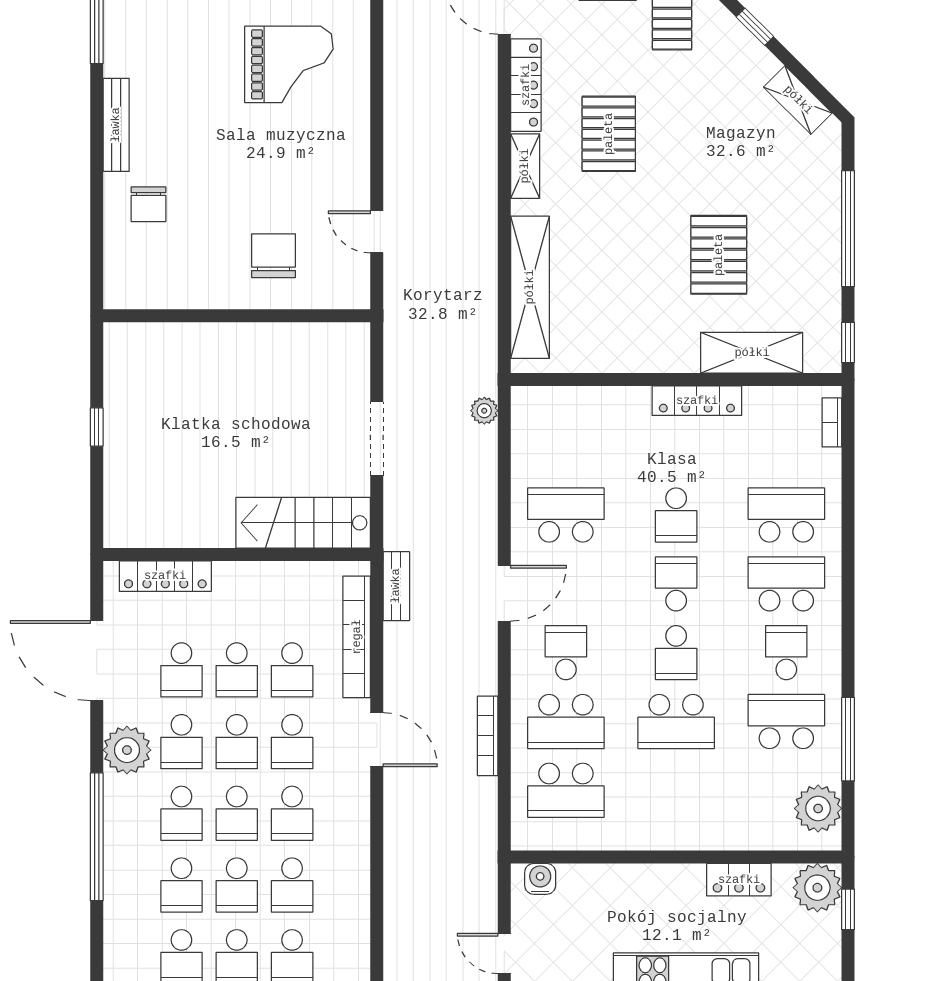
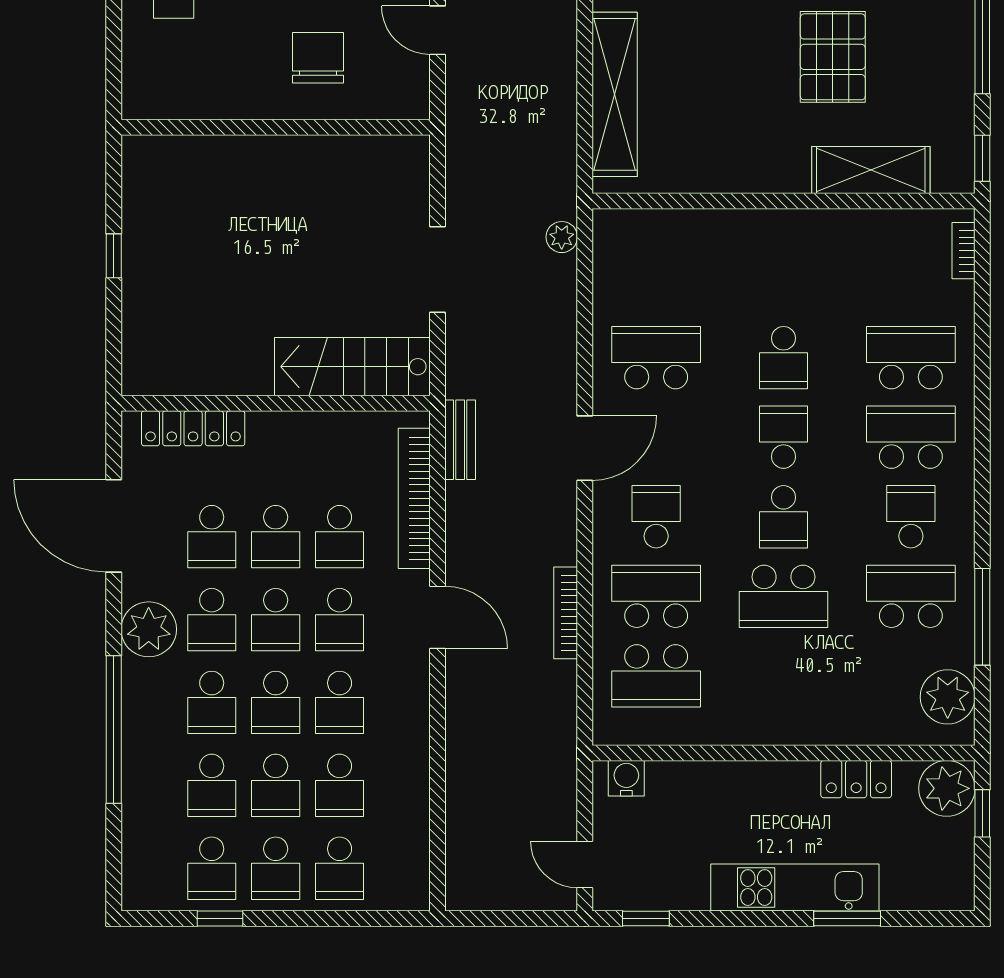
locker: (697, 401) -> (808, 225), removed
school desk: (566, 721) -> (656, 596), turned 180

